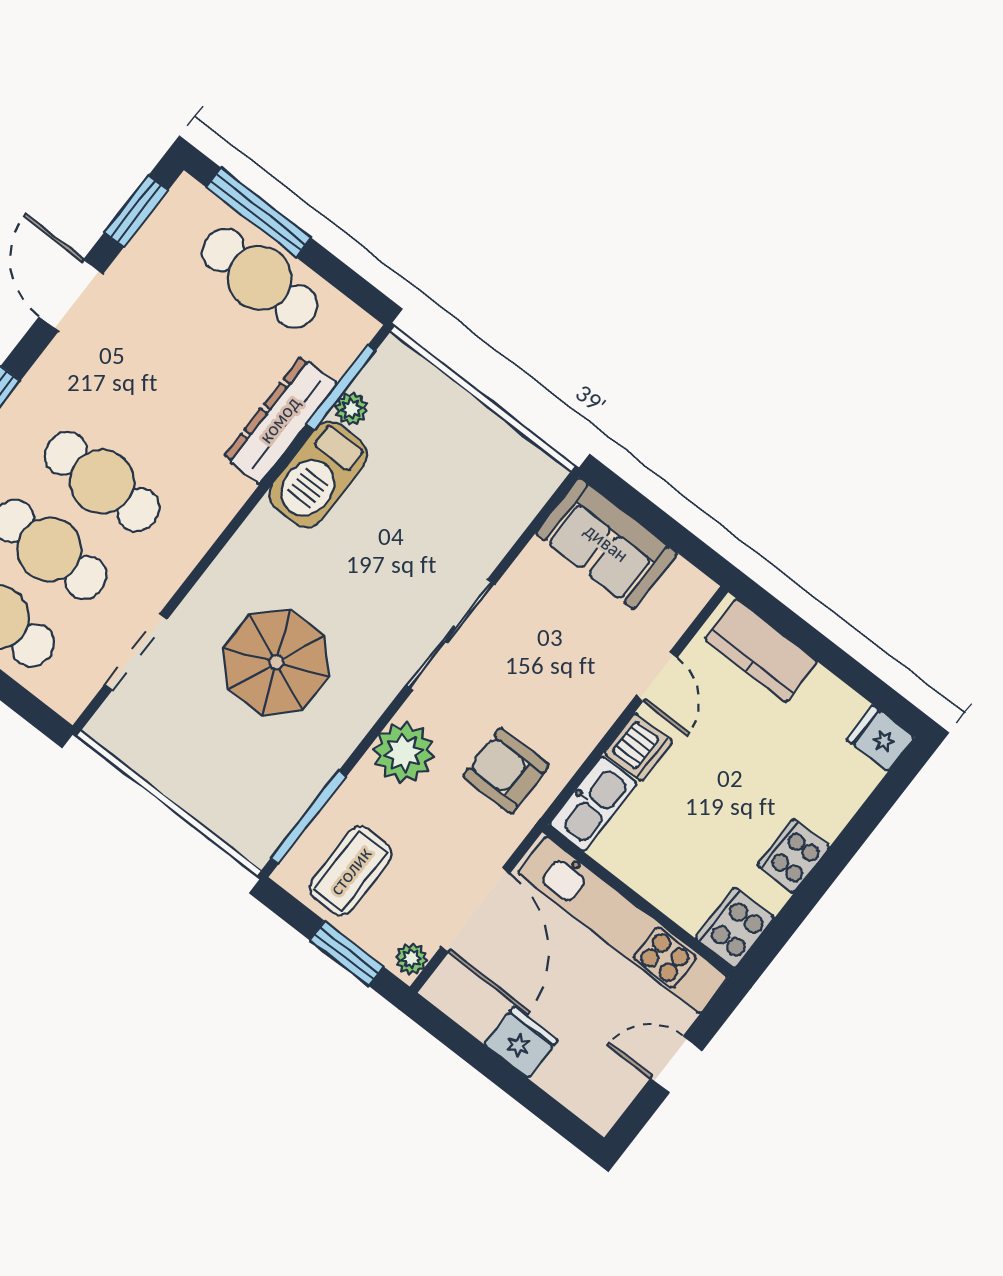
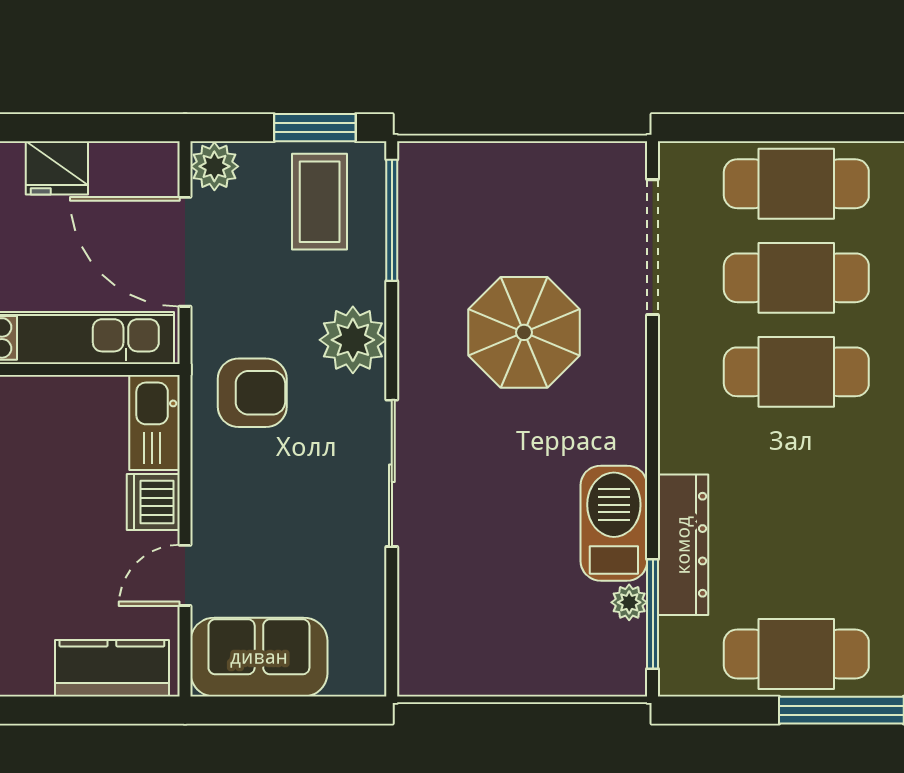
sofa: (606, 543) -> (259, 657), moved
doorway: (136, 652) -> (653, 247), width x1.36
door: (656, 677) -> (185, 575), hinge flipped
window: (346, 953) -> (315, 128), moved
plant: (411, 959) -> (214, 166), width x1.38, depth x1.38

